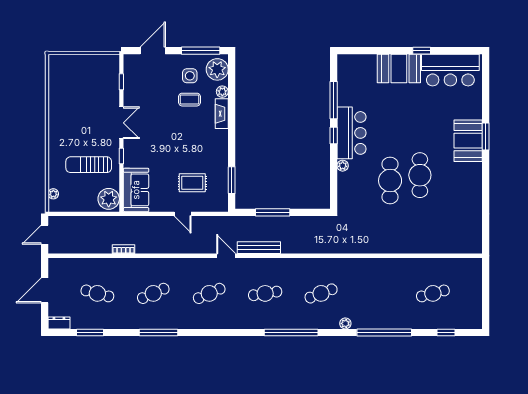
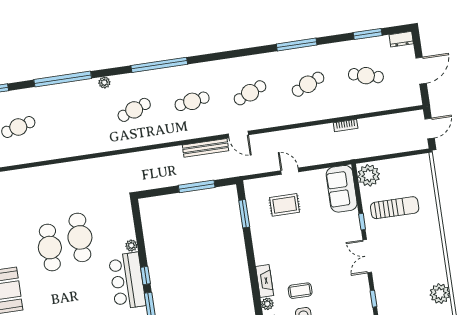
plant: (53, 194) -> (440, 294), moved, width x1.88, depth x1.88

